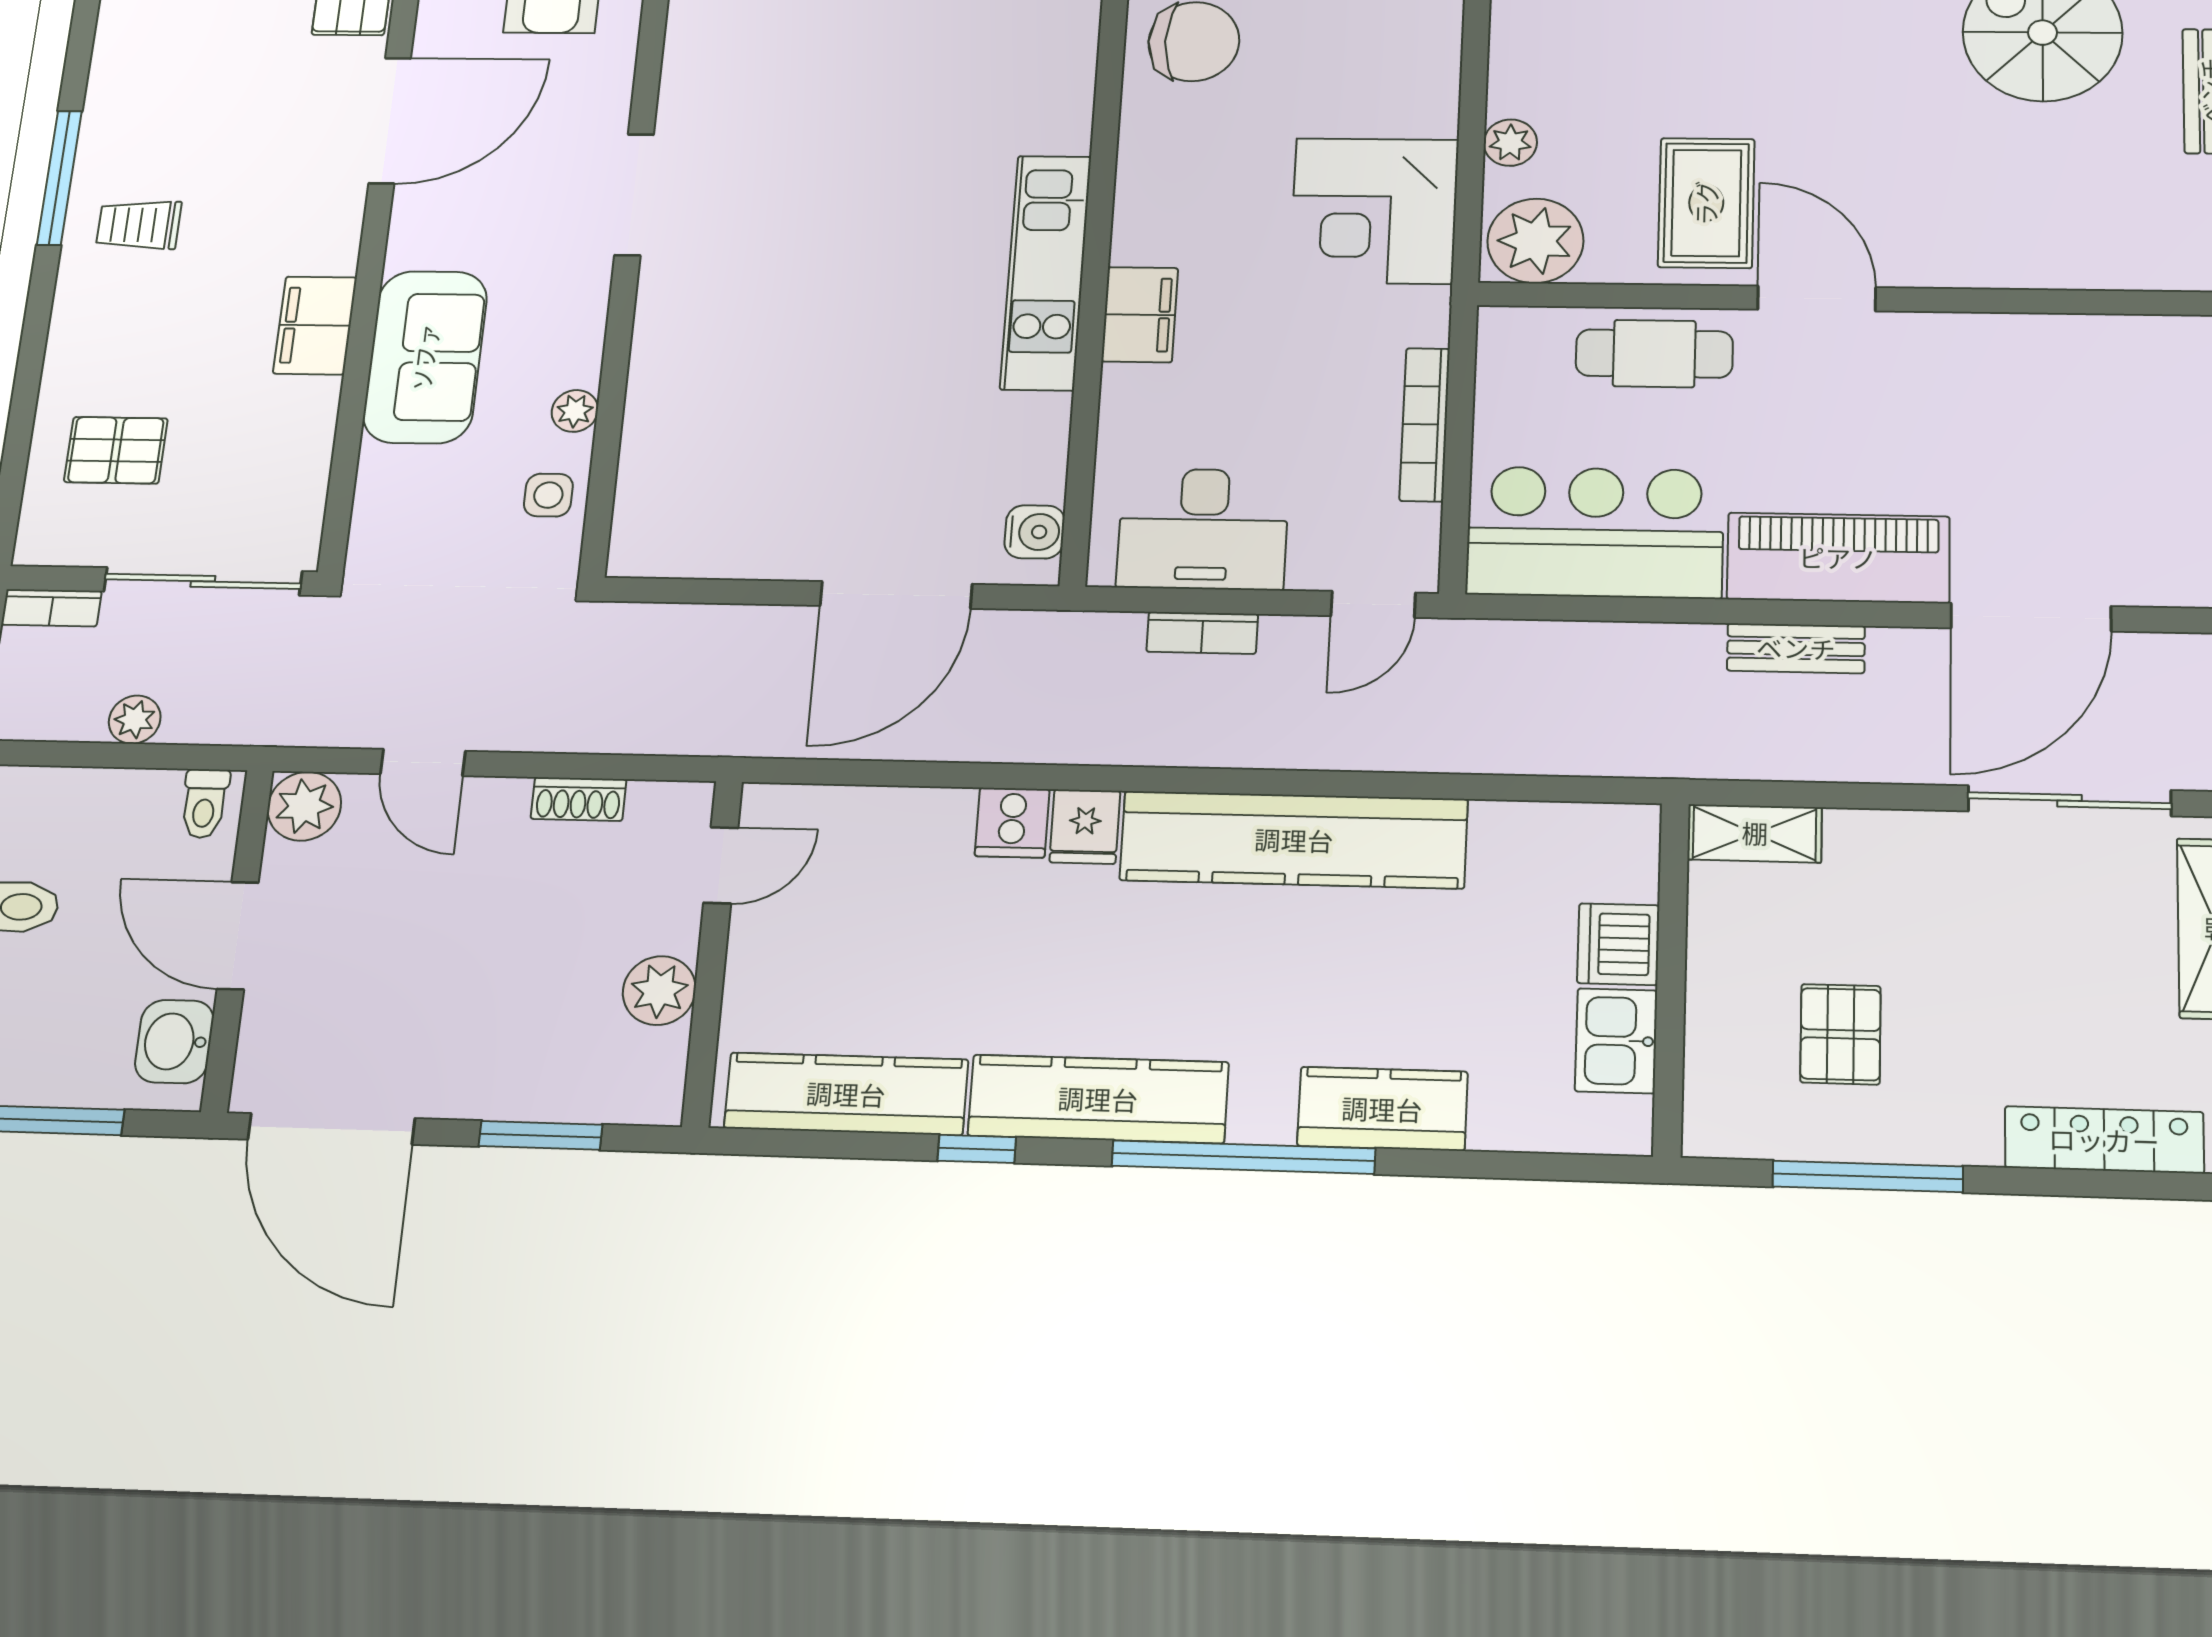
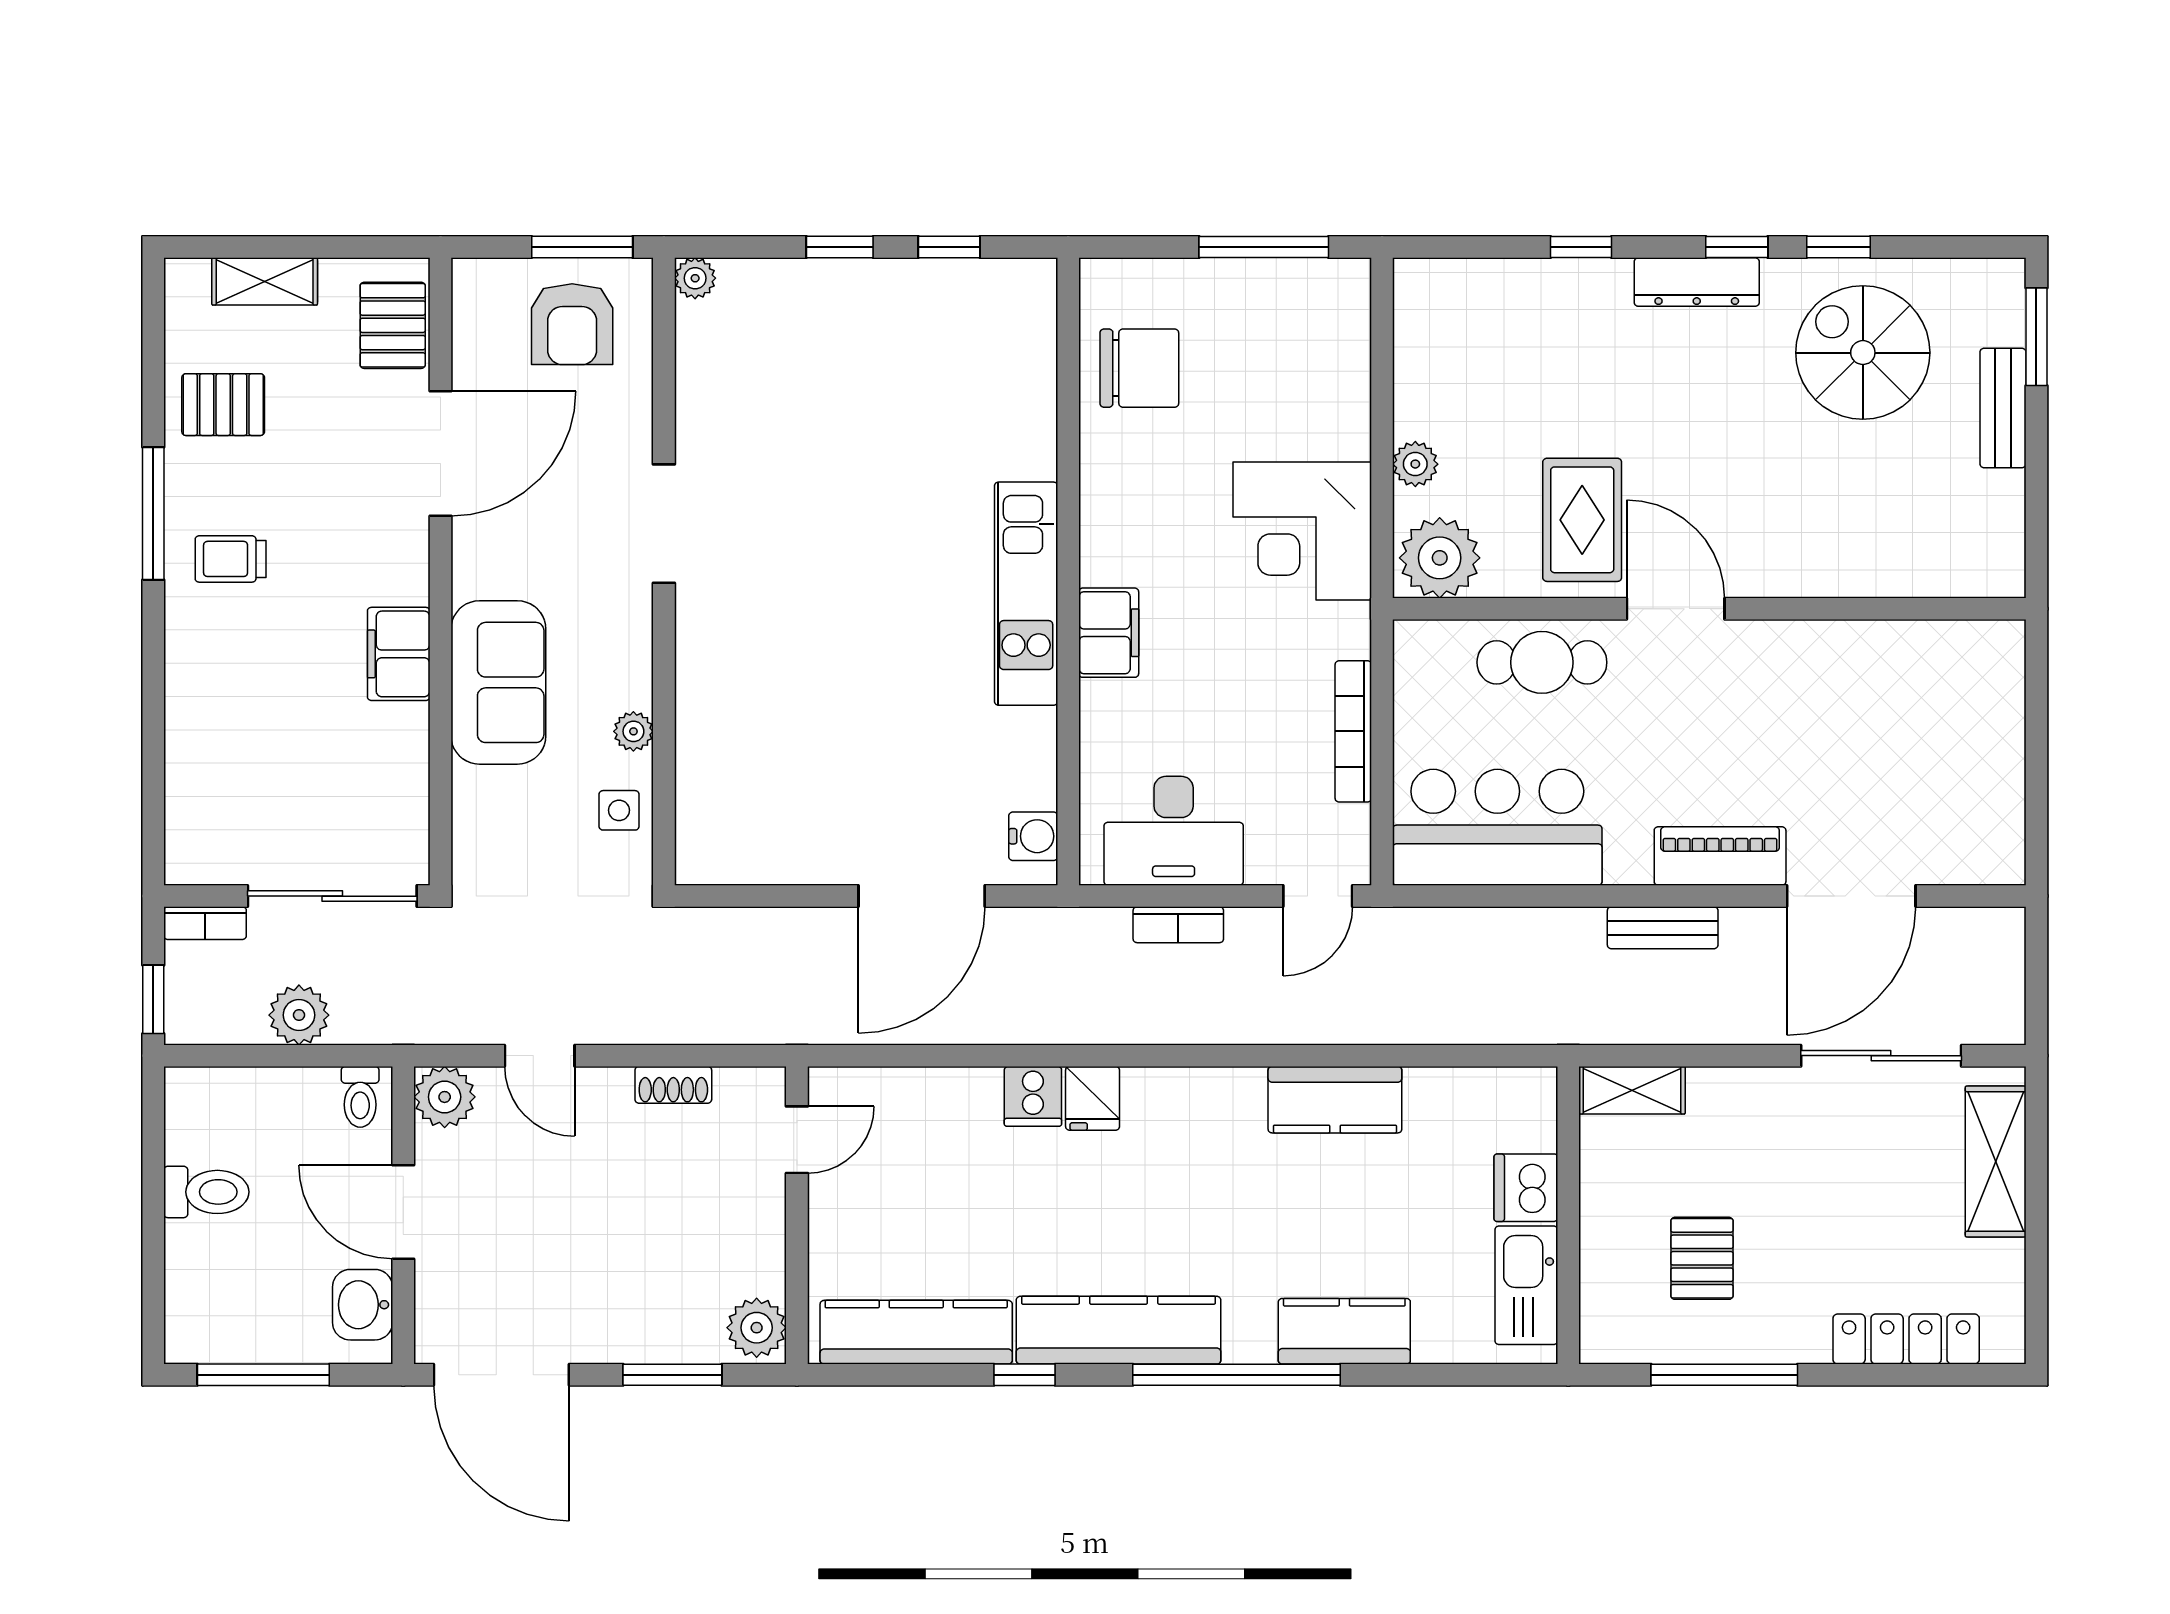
pallet: (116, 450) -> (223, 405), moved
piano: (1838, 558) -> (1720, 856), width x0.73, depth x0.75
plant: (135, 720) -> (299, 1015), width x1.38, depth x1.38
kitchen counter: (1294, 840) -> (1335, 1100), width x0.48, depth x0.86
plant: (659, 991) -> (757, 1328), moved
kitchen sink: (1616, 1041) -> (1526, 1285), width x1.38

